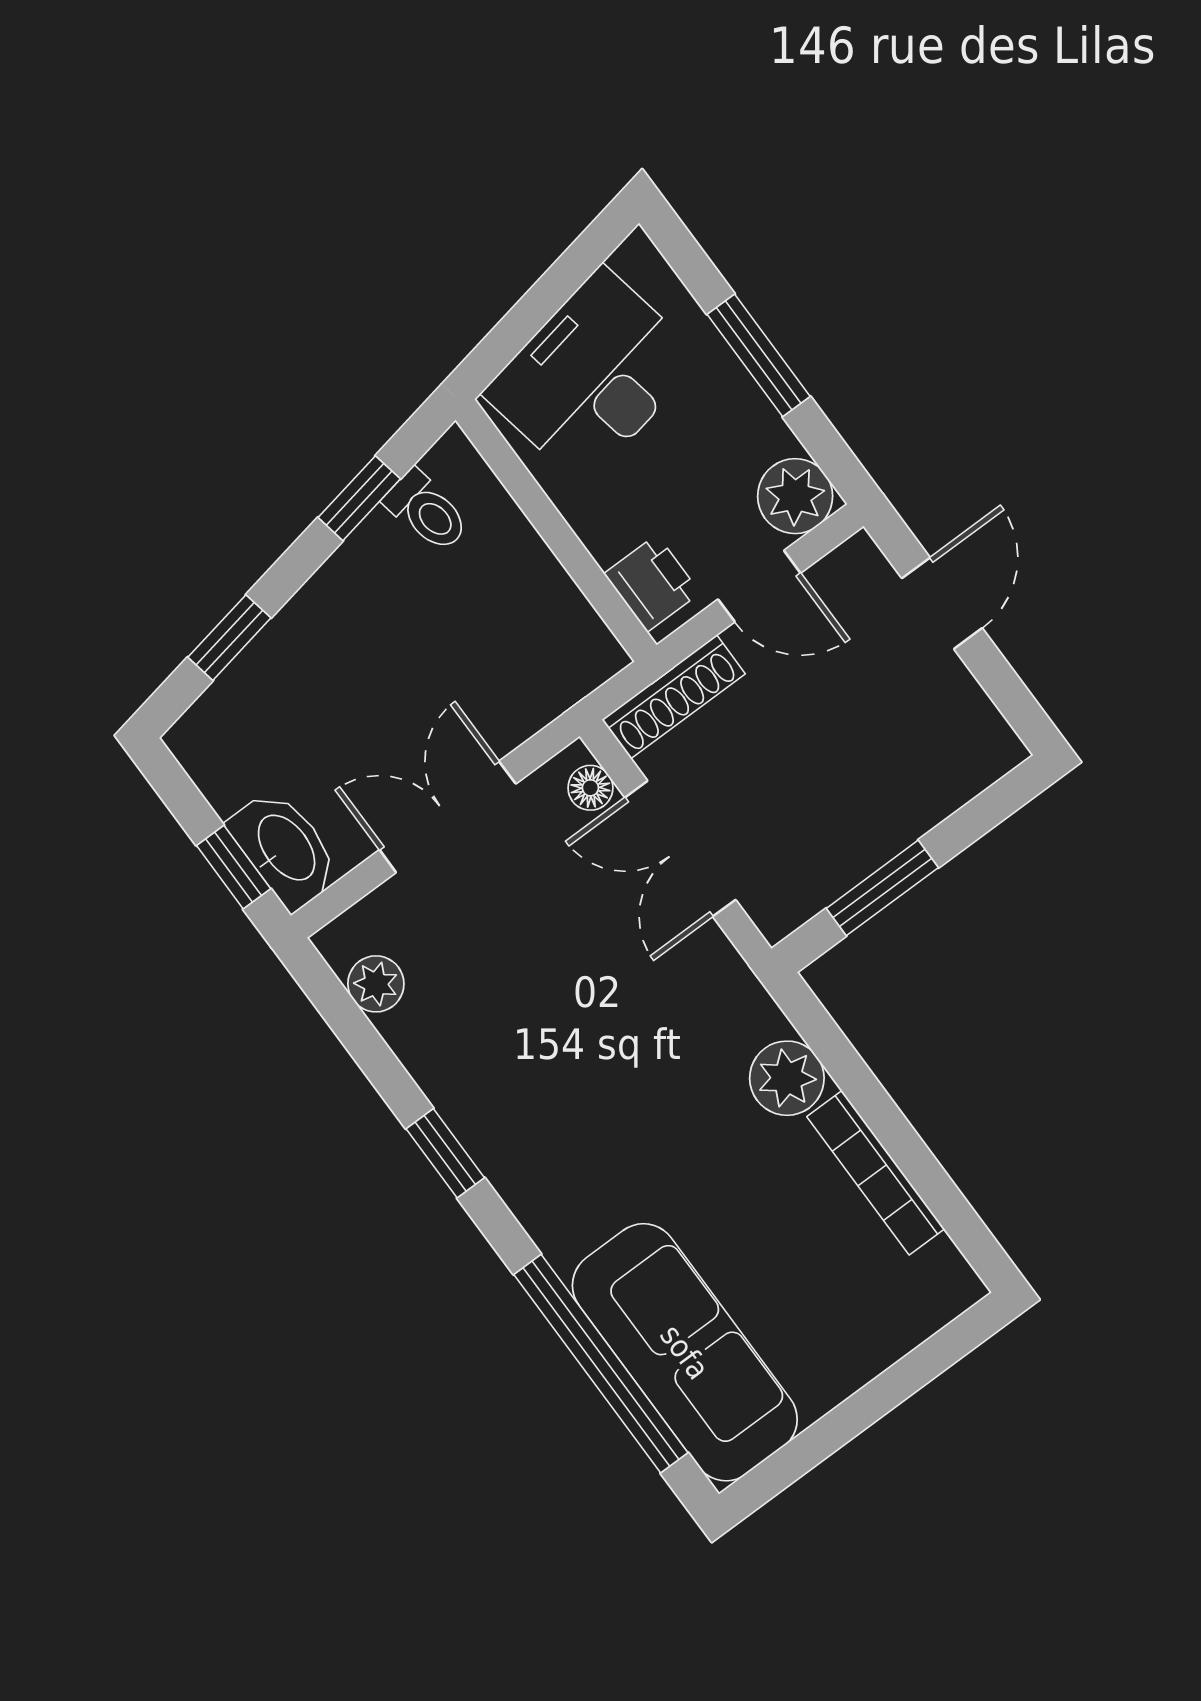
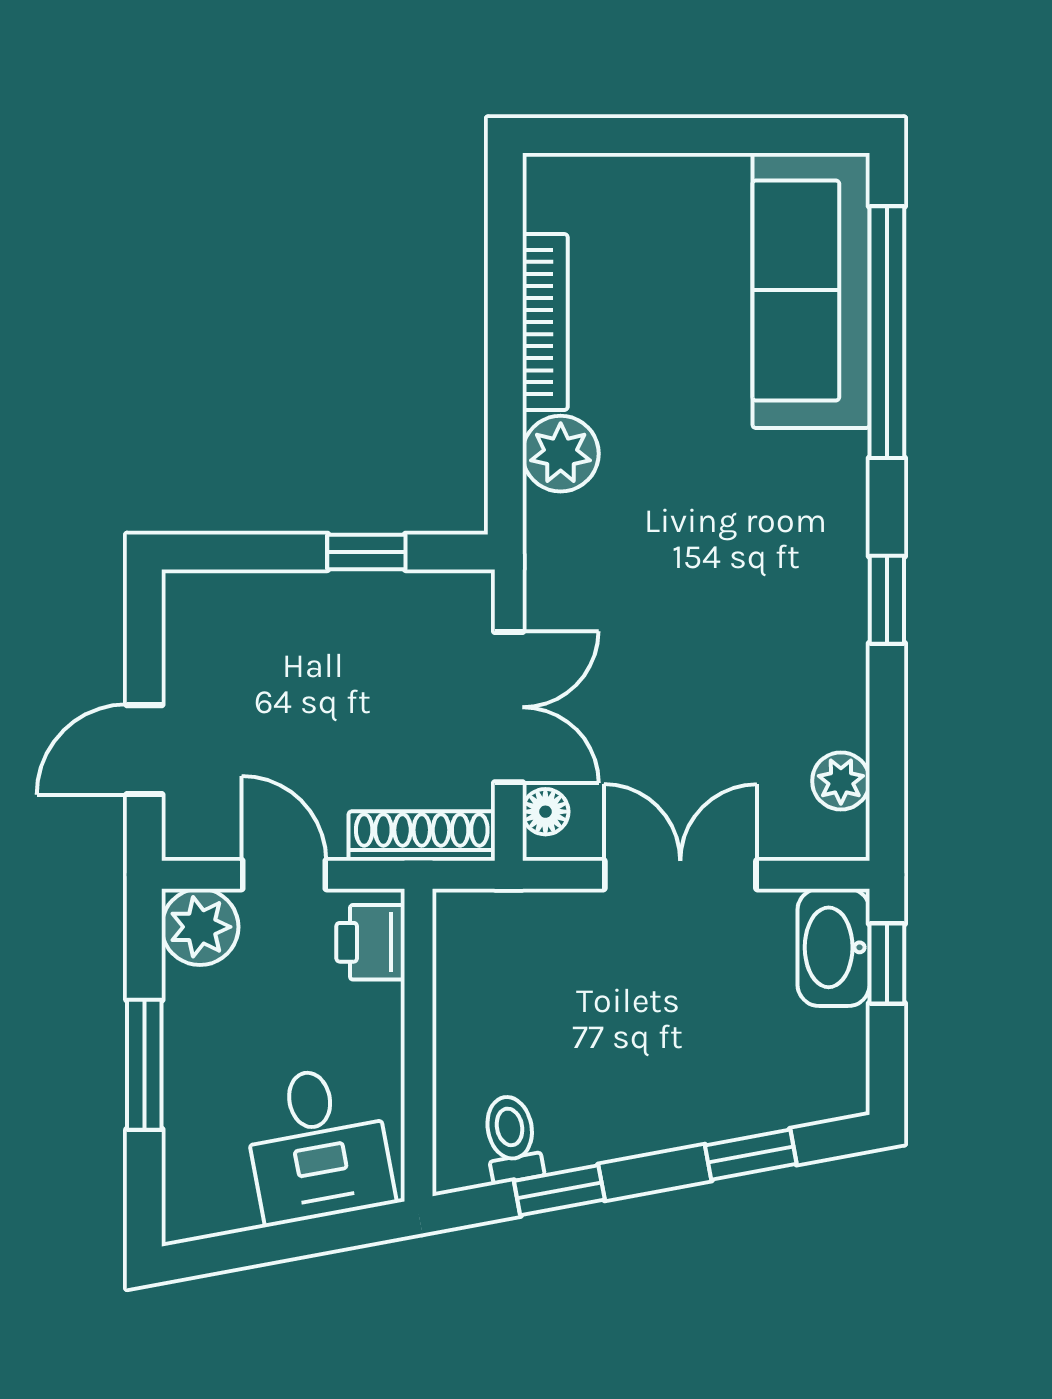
desk: (593, 376) -> (318, 1144), width x0.73
double door: (448, 817) -> (680, 875), swing flipped
window: (882, 888) -> (366, 552), width x0.67

